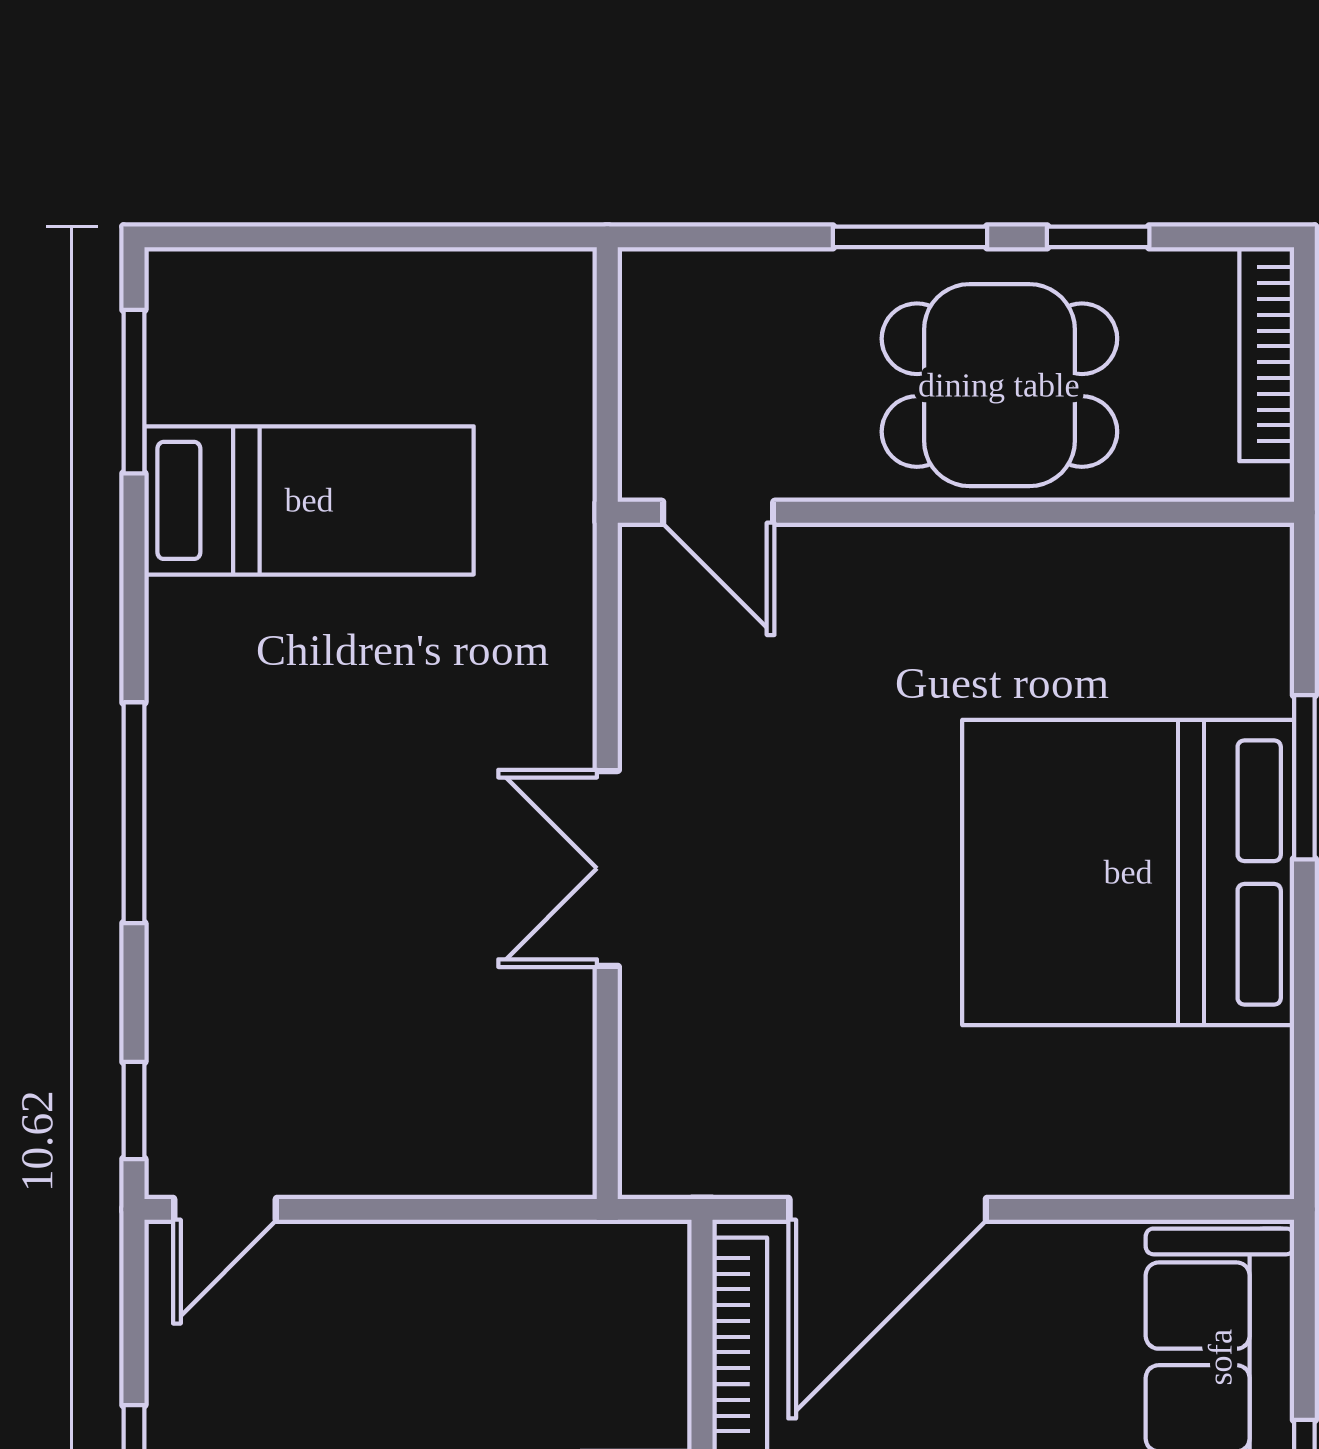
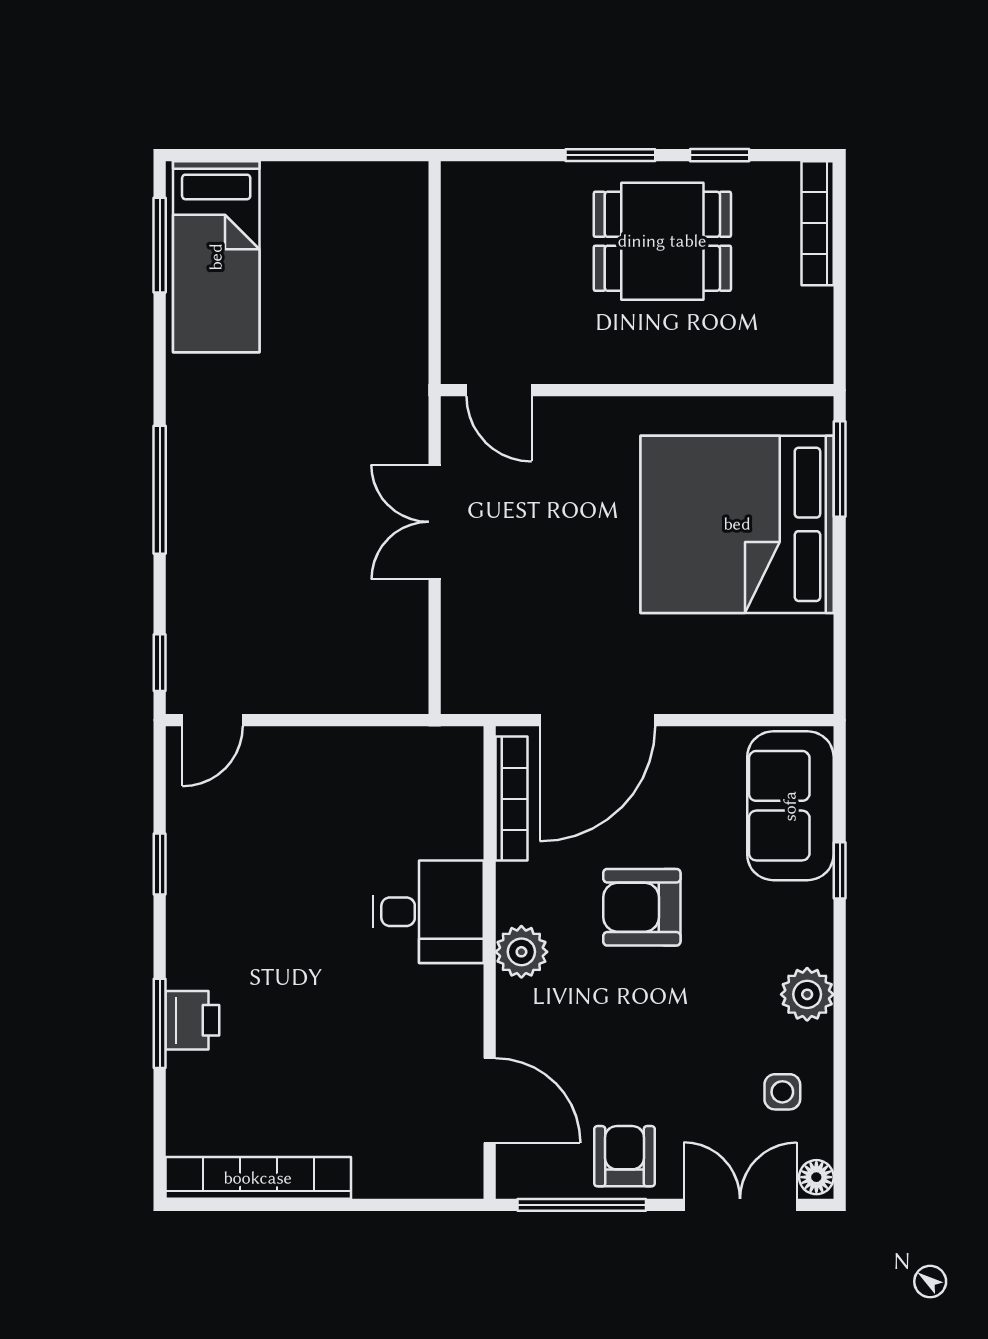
bed: (309, 500) -> (216, 257), moved, turned 90
door: (718, 512) -> (499, 390), moved
wall: (956, 512) -> (637, 390), moved

